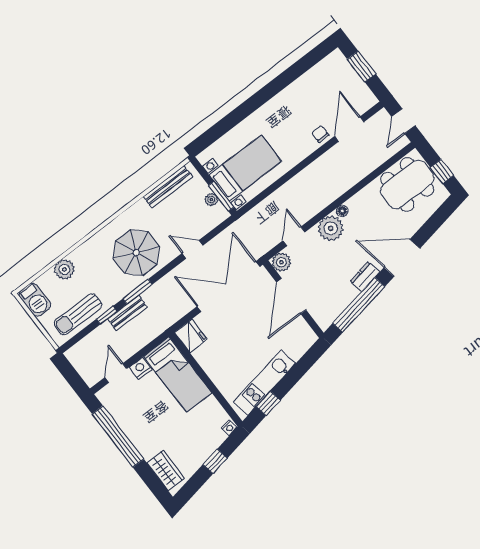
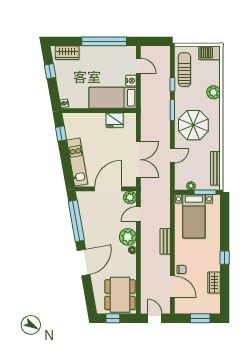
wardrobe: (306, 83) -> (214, 283), added
window: (267, 93) -> (225, 258), added
window: (221, 196) -> (205, 192), moved
door: (294, 236) -> (138, 214), swing flipped
plant: (64, 269) -> (213, 92), moved
dresser: (365, 277) -> (89, 235), removed
double door: (228, 287) -> (138, 160), width x0.73
door: (291, 296) -> (108, 189), hinge flipped
bench: (128, 313) -> (165, 241), moved
fridge: (191, 336) -> (115, 120), moved
kitchen unit: (264, 383) -> (77, 162), moved
window: (215, 461) -> (50, 71), moved

